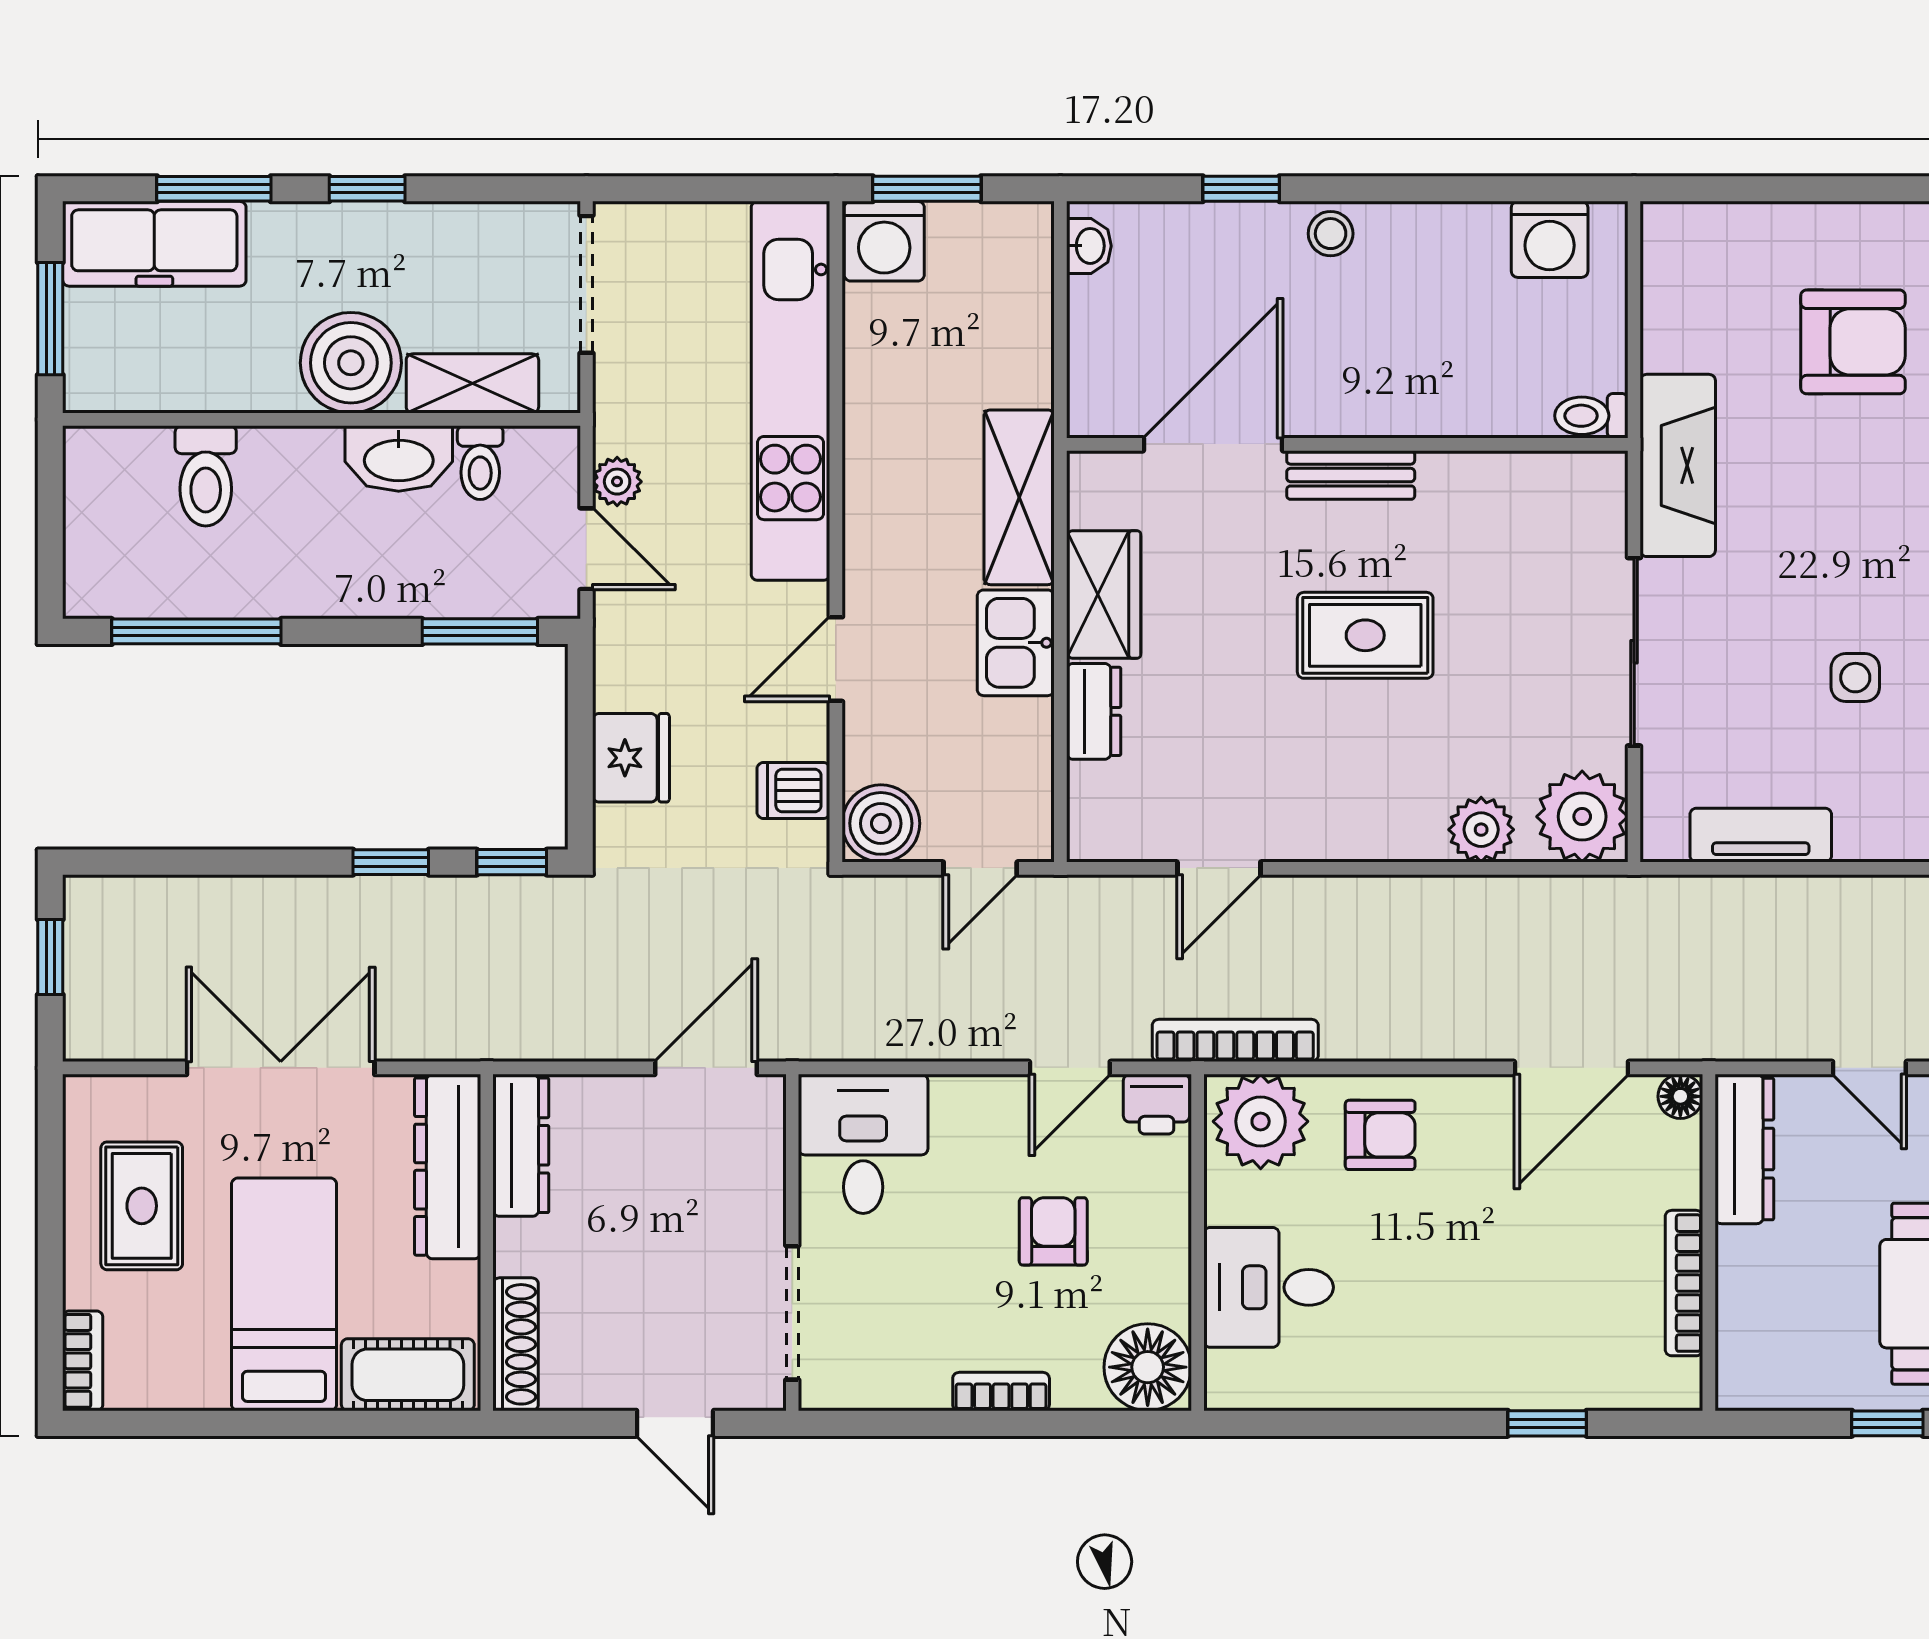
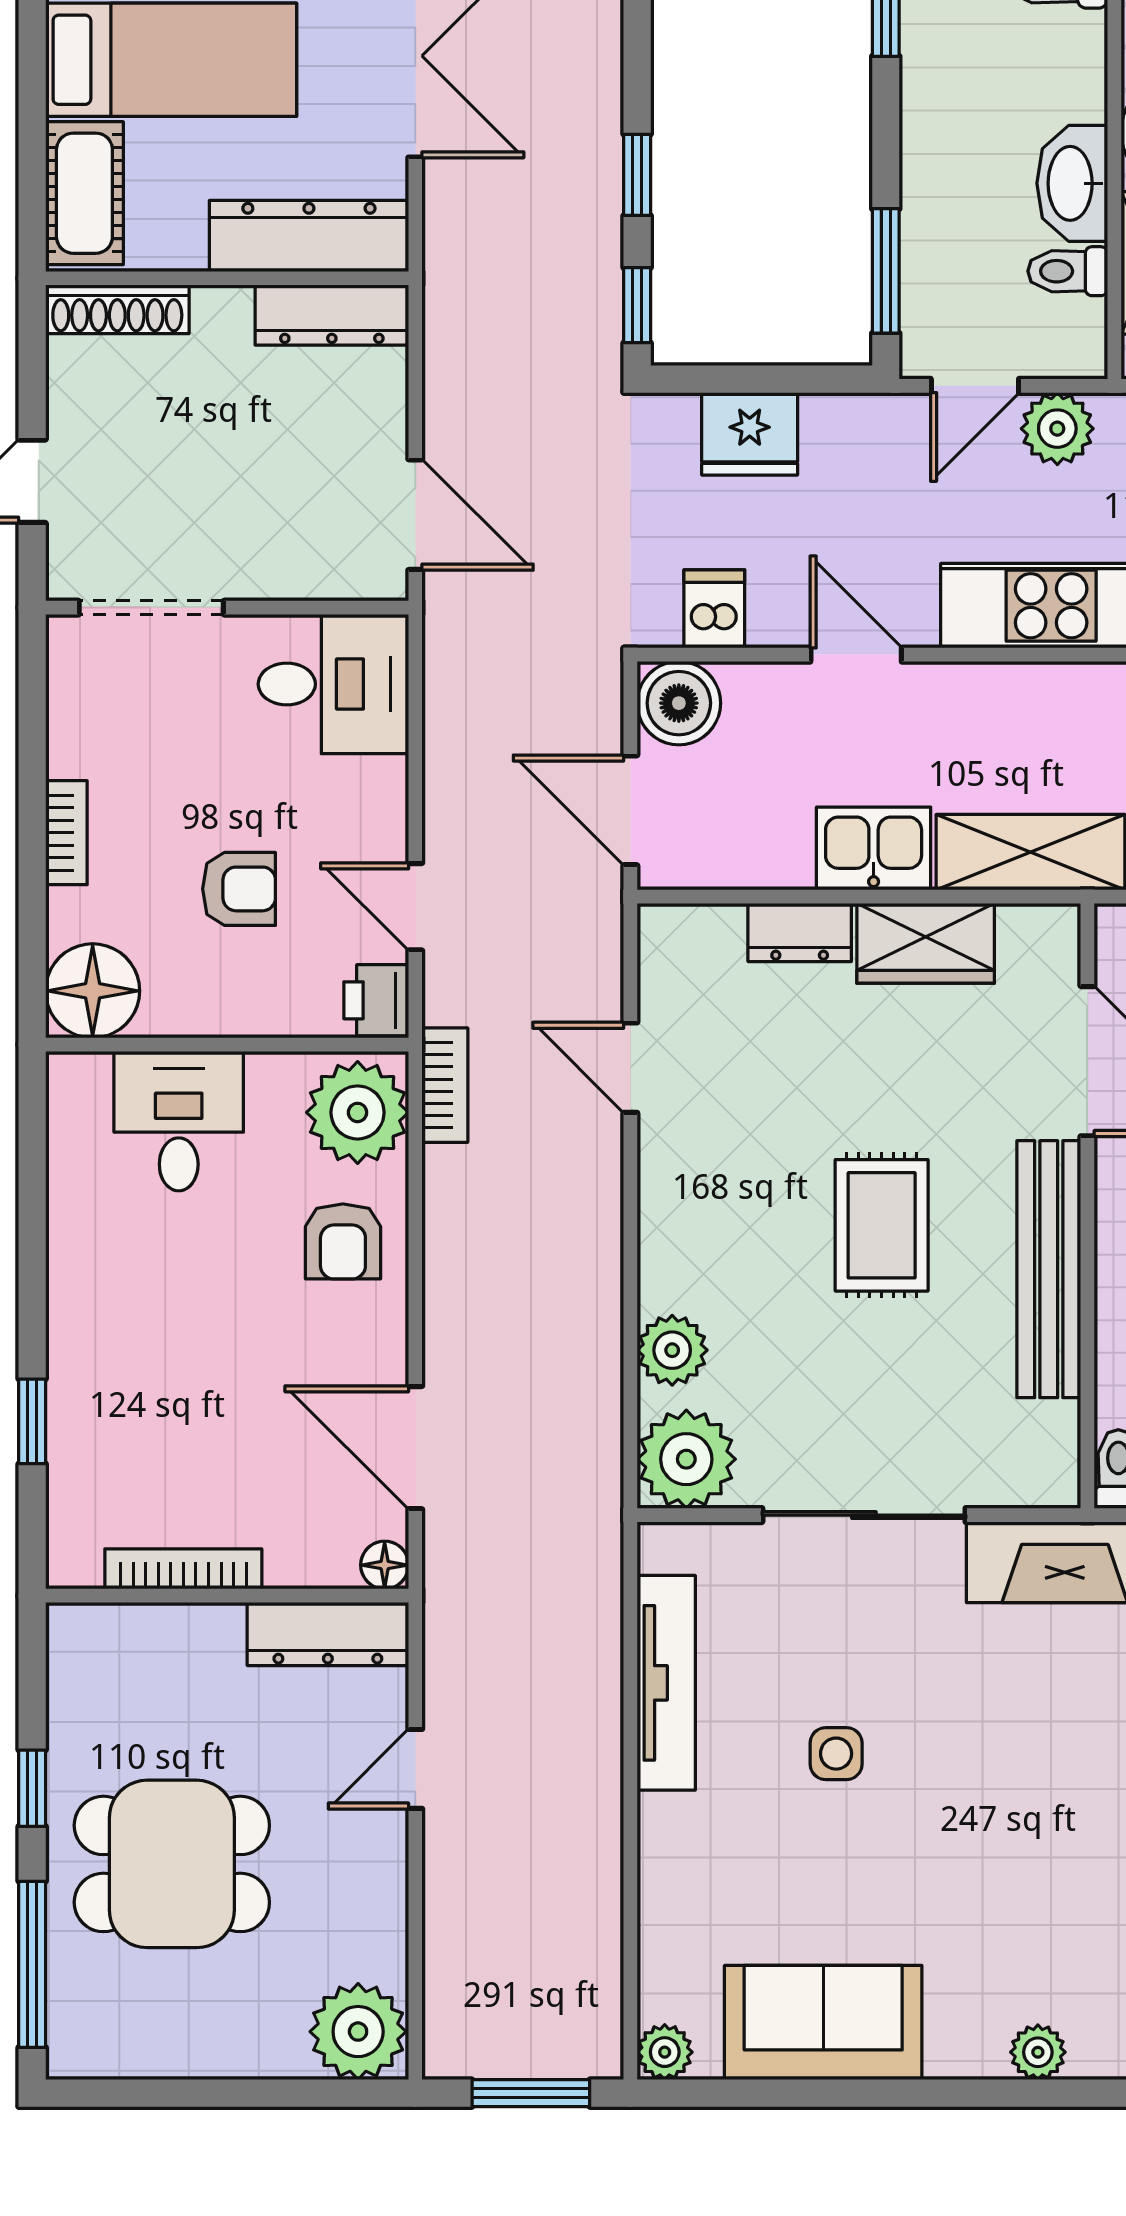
bench: (1351, 475) -> (1049, 1269), width x1.86, depth x1.21
plant: (617, 482) -> (1057, 429), width x1.38, depth x1.38
tv unit: (1761, 835) -> (666, 1683), width x1.41
door: (980, 868) -> (630, 810), width x1.38
bookcase: (1235, 1040) -> (445, 1085), width x0.64

